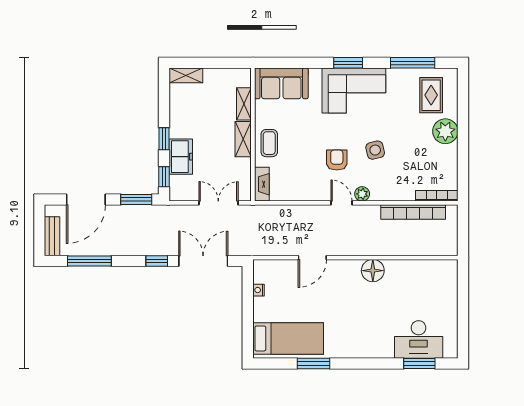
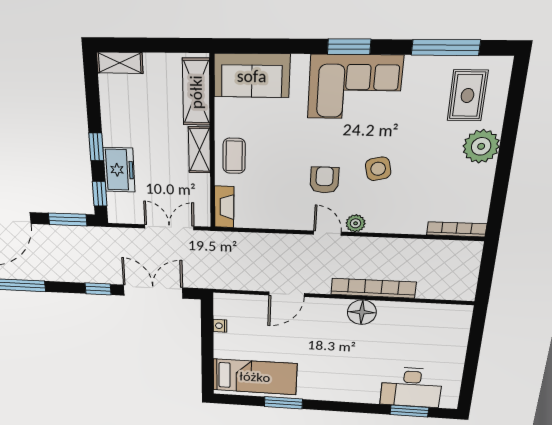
shelving: (244, 104) -> (196, 92), width x1.50, depth x1.33
bookcase: (413, 212) -> (373, 288), moved, turned 180

